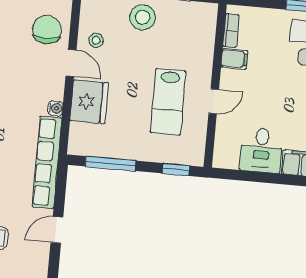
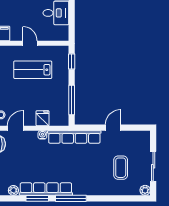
fridge: (89, 102) -> (43, 118), width x0.53, depth x0.75
lab bench: (168, 102) -> (33, 70), turned 180
door: (57, 230) -> (113, 128), swing flipped

